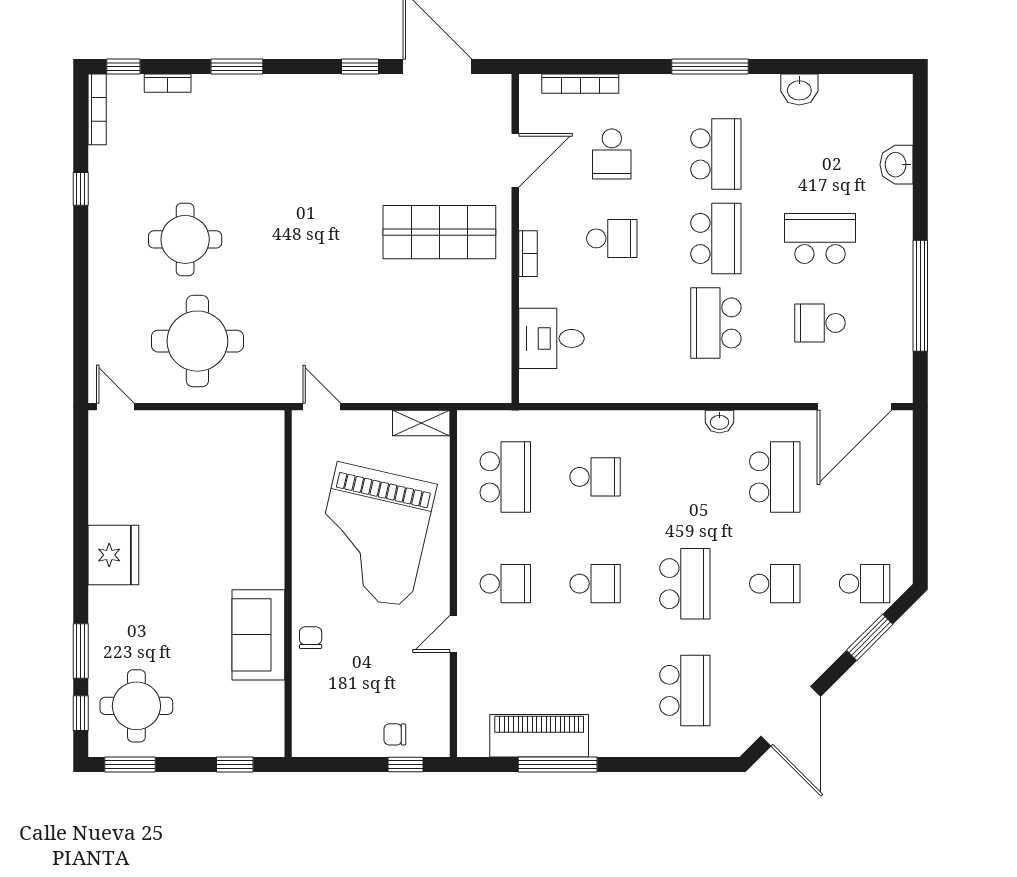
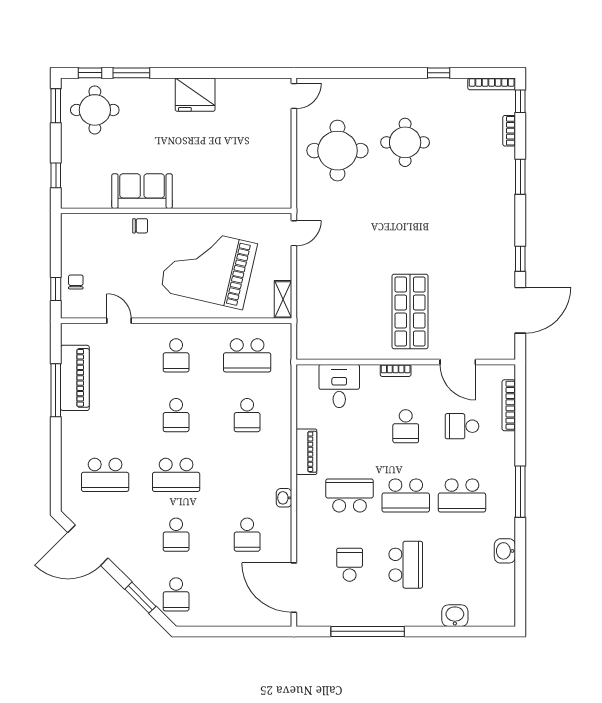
piano: (650, 388) -> (306, 452), added
school desk: (775, 477) -> (247, 535), width x0.54
door: (453, 634) -> (119, 321), moved

